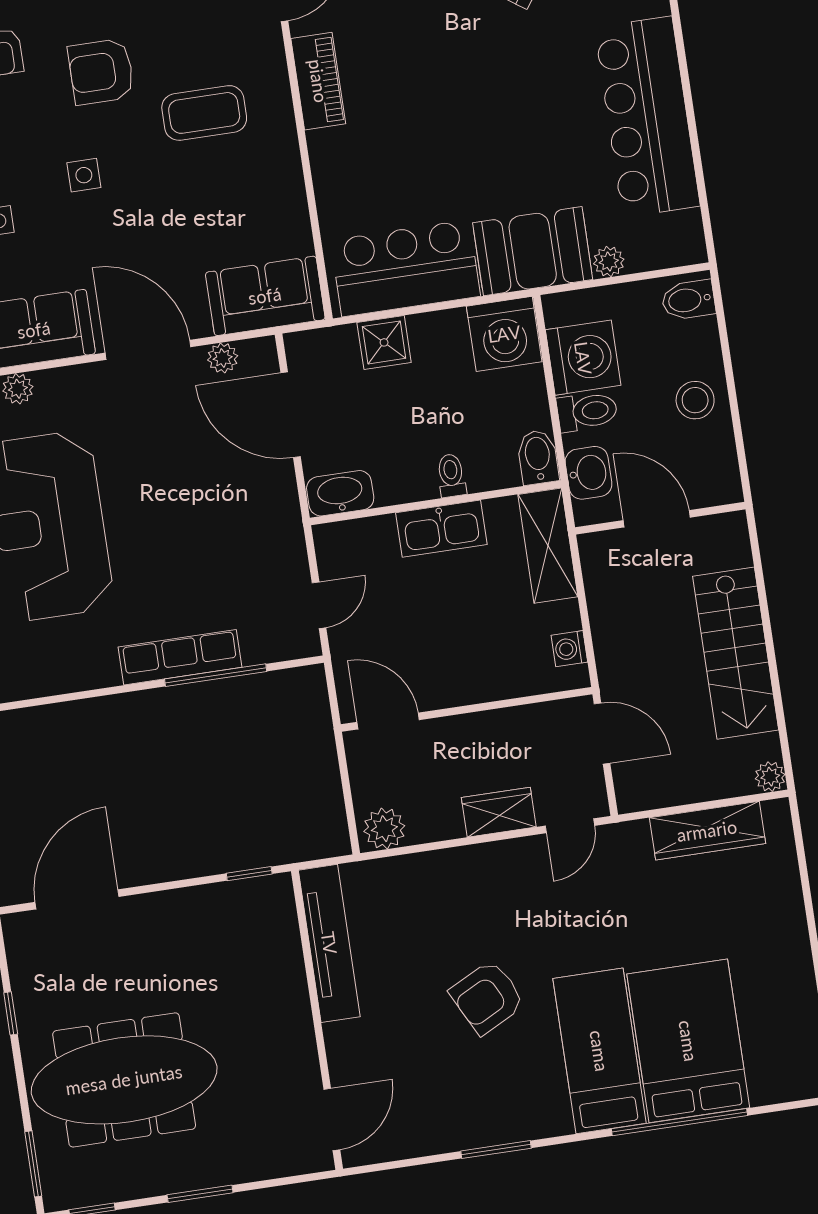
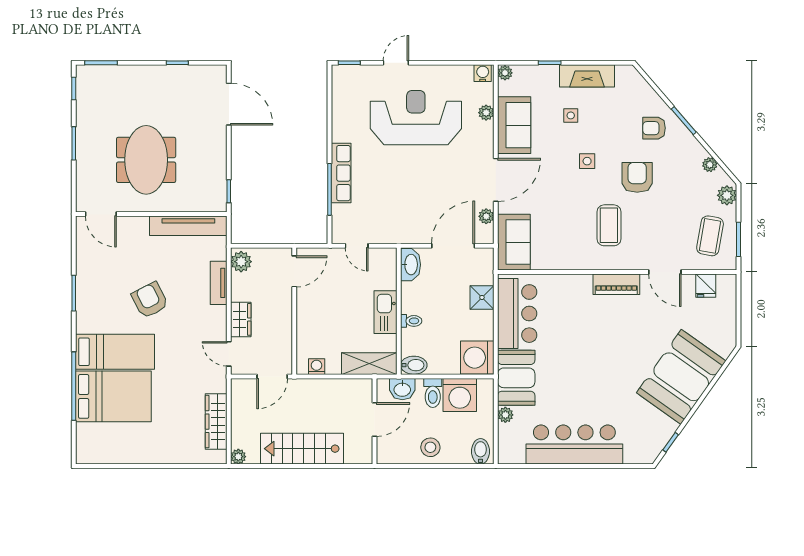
tv unit: (433, 867) -> (219, 283), added
meeting table: (124, 1080) -> (146, 160), moved, width x0.73

